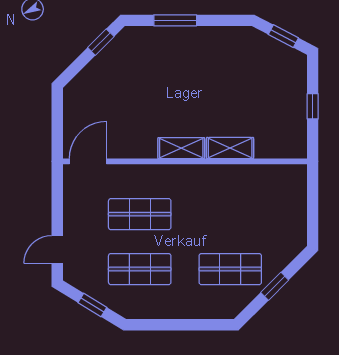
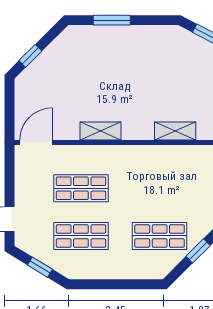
window: (101, 42) -> (30, 56), moved
shelving: (181, 148) -> (101, 131), moved
shelving: (230, 148) -> (175, 131), moved

